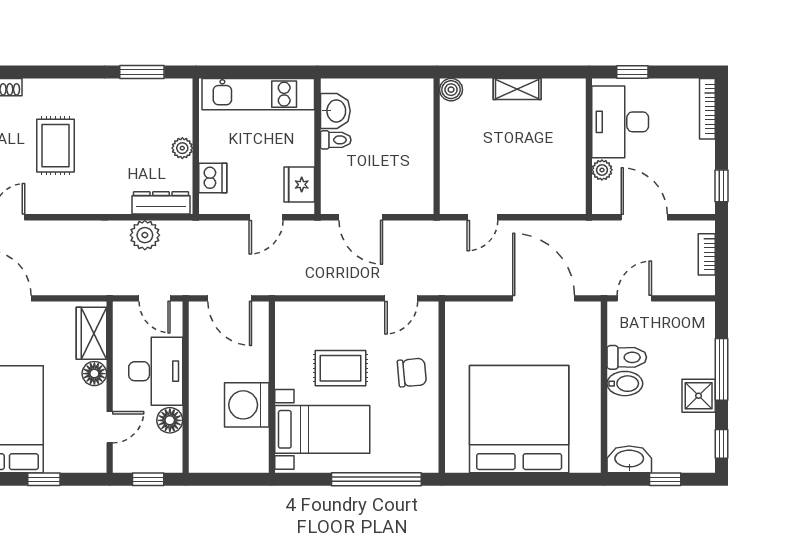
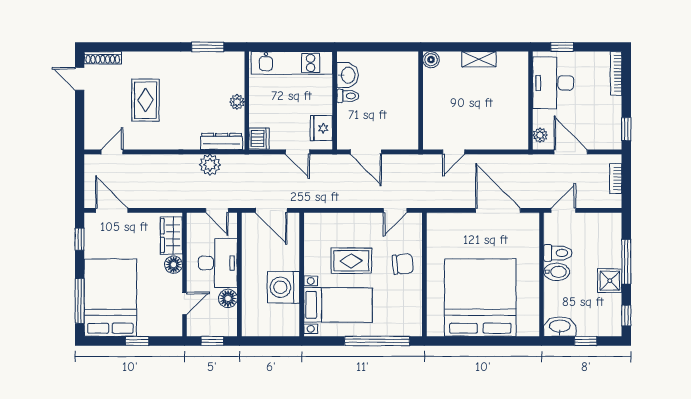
plant: (602, 170) -> (540, 135), moved
dishwasher: (213, 178) -> (259, 138), moved
door: (266, 217) -> (297, 152), hinge flipped

